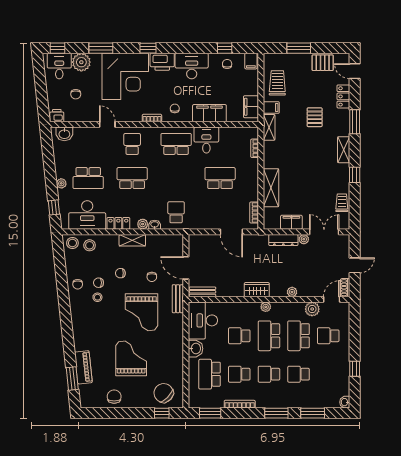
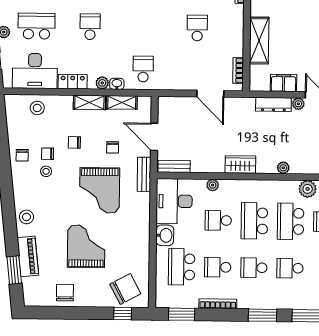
school desk: (88, 178) -> (37, 26), turned 180
school desk: (132, 178) -> (90, 27), width x0.54
school desk: (220, 178) -> (197, 28), width x0.54
shelving: (159, 240) -> (122, 102), added
stool: (72, 243) -> (26, 217), moved
plant: (266, 307) -> (213, 185), moved
chair: (164, 393) -> (125, 289), turned 108

